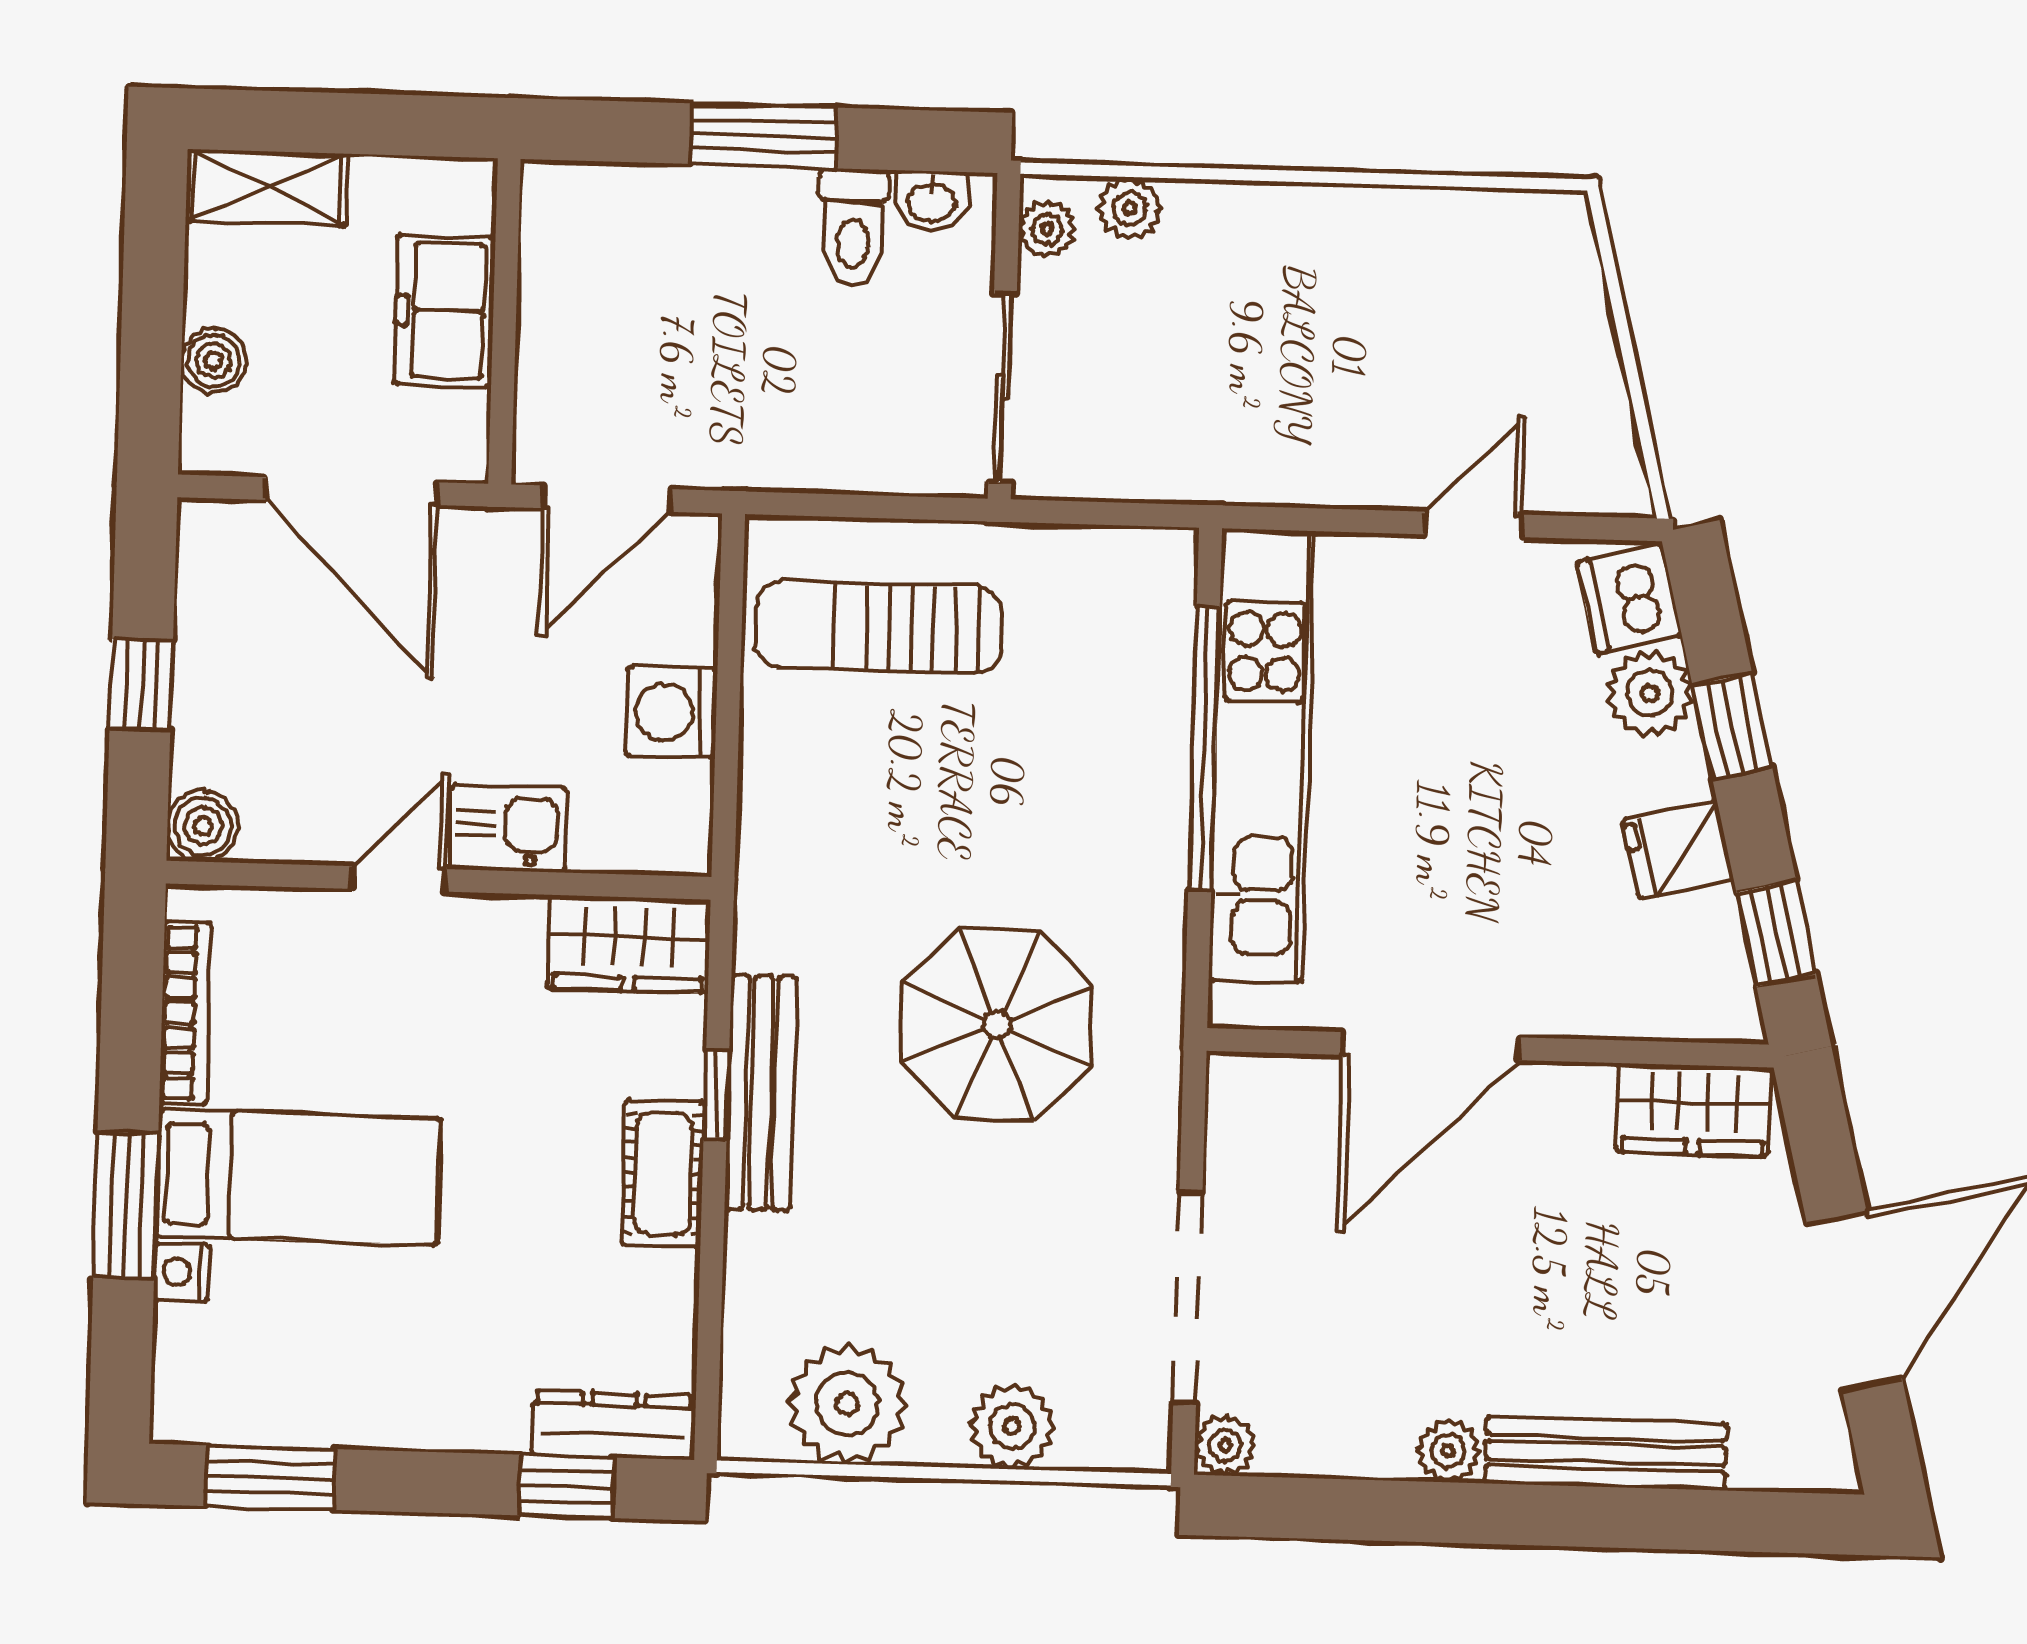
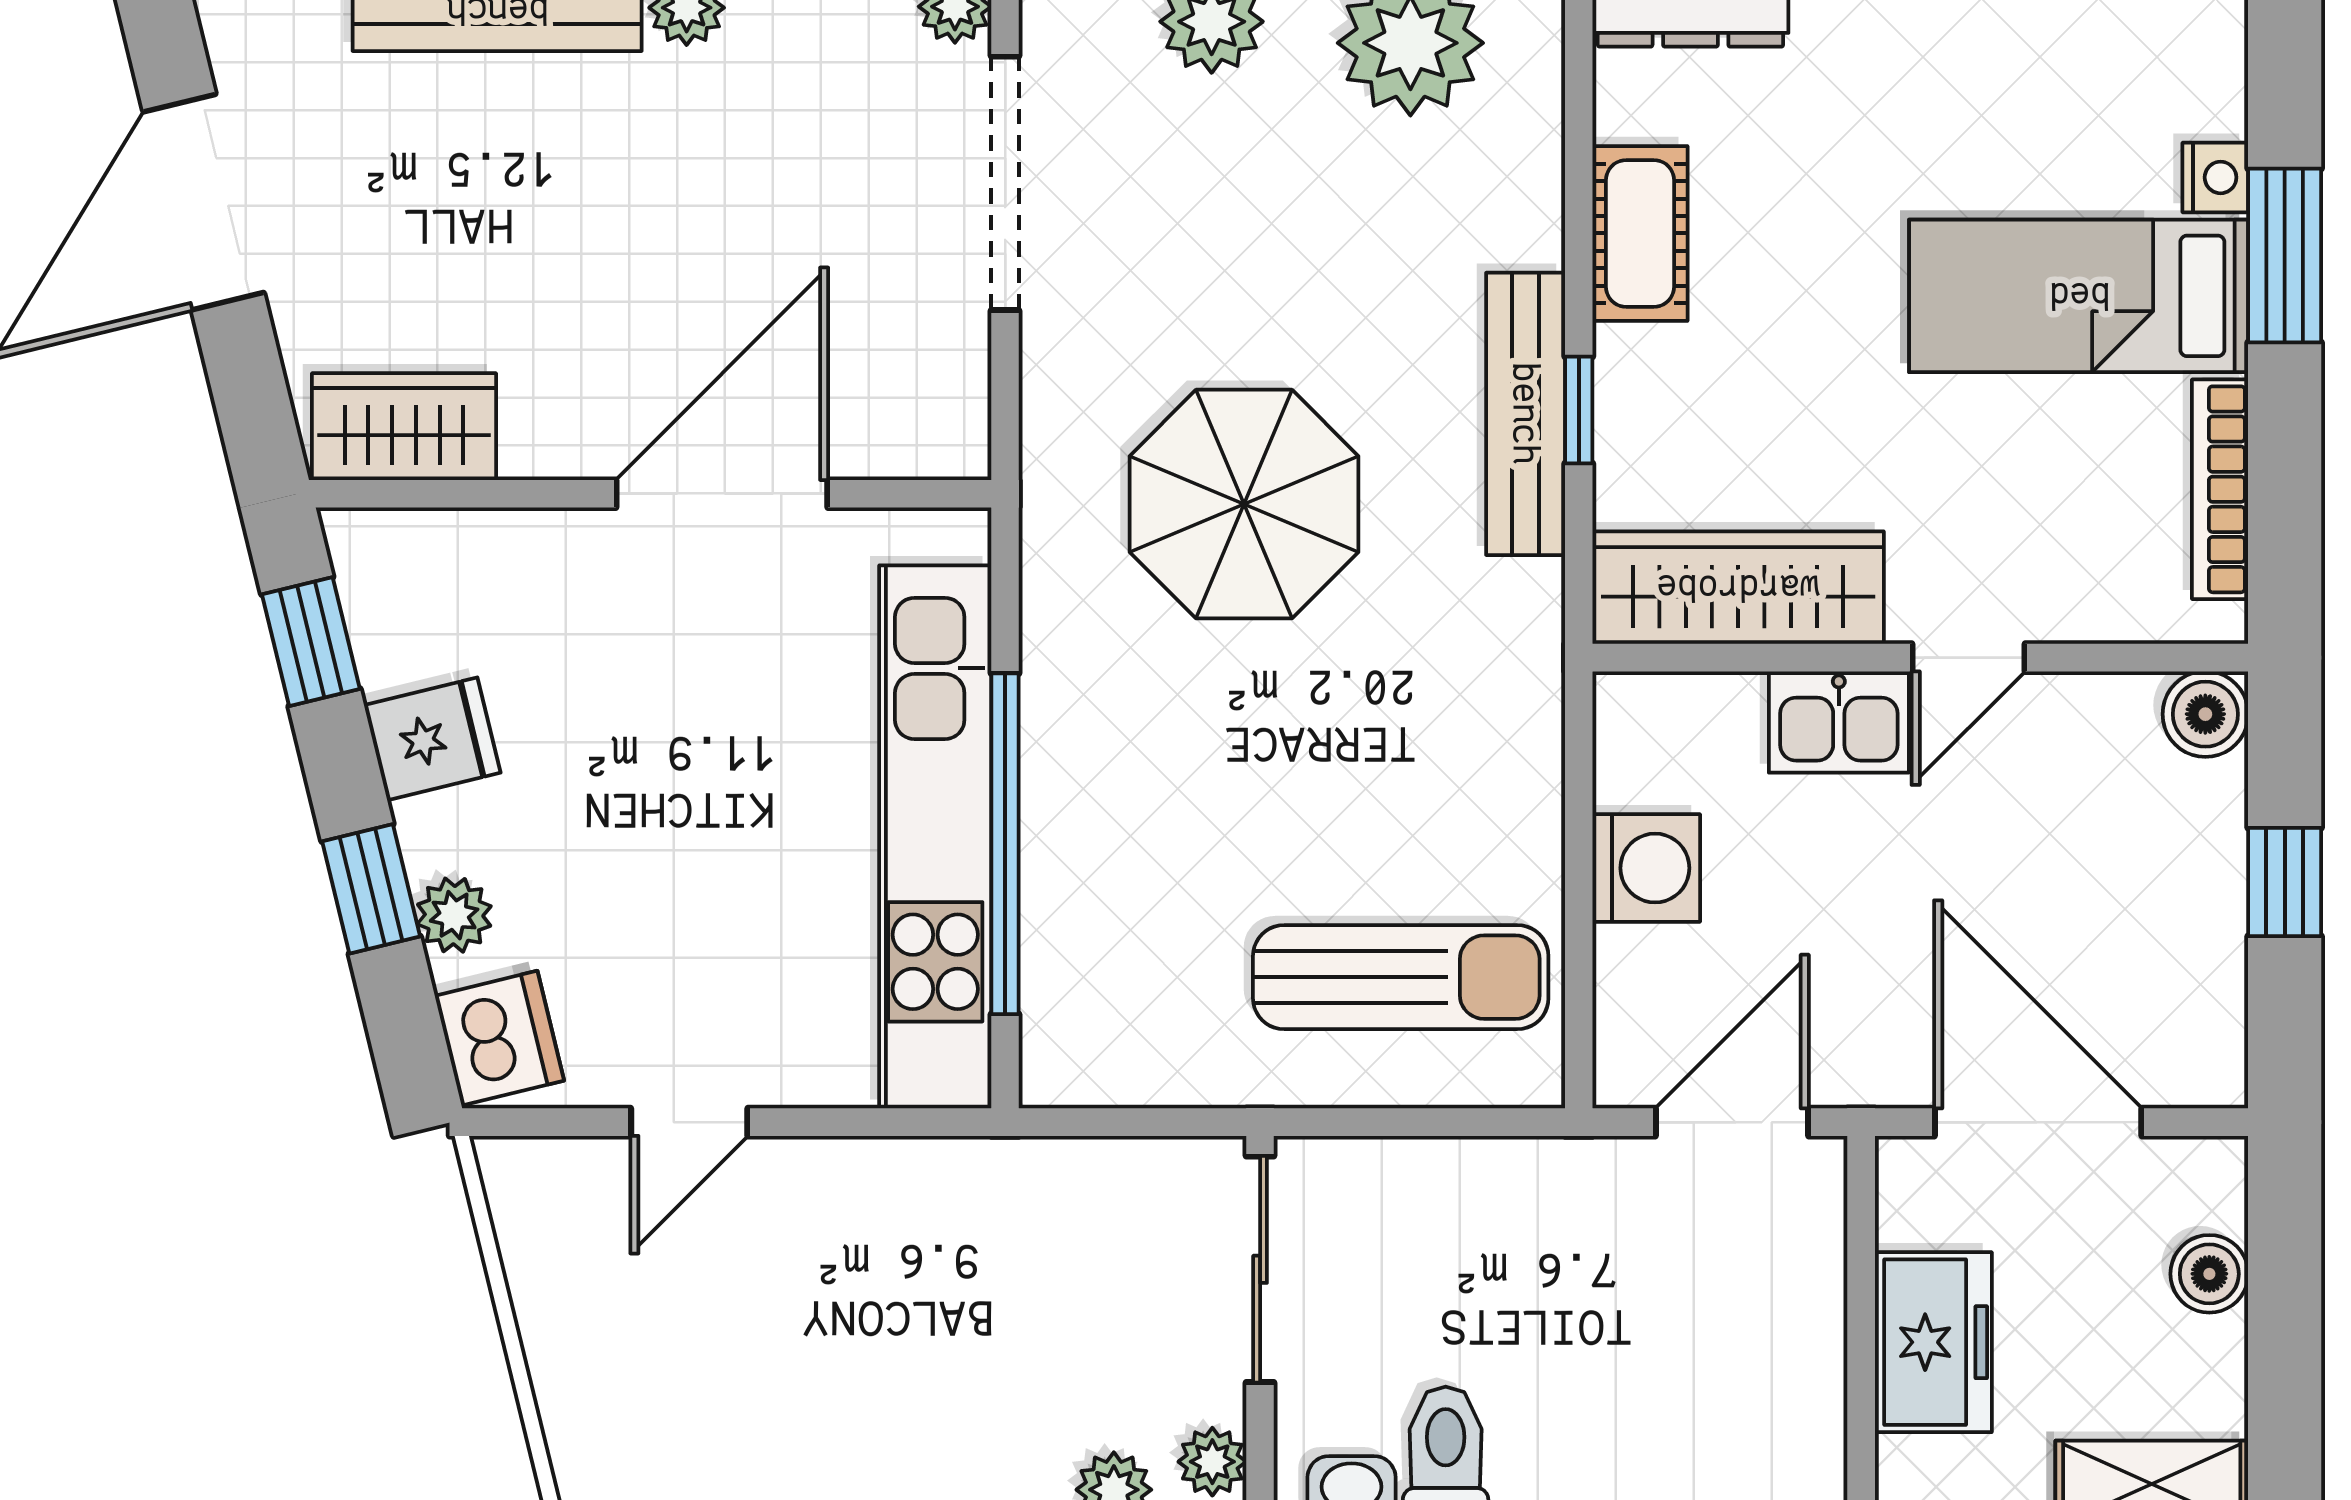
plant: (1650, 693) -> (454, 915), width x0.73, depth x0.73
wardrobe: (629, 944) -> (1738, 588), width x1.50
cot: (663, 1174) -> (1640, 233), moved

